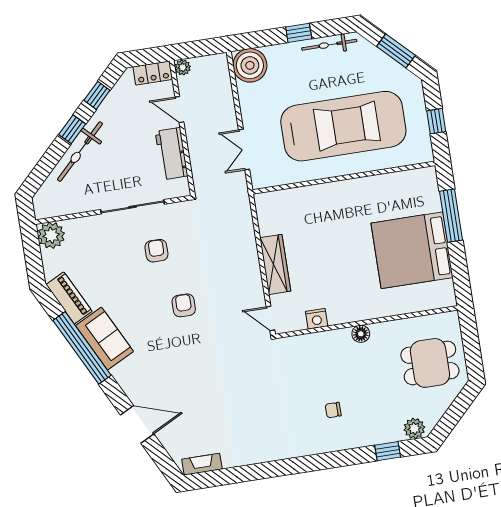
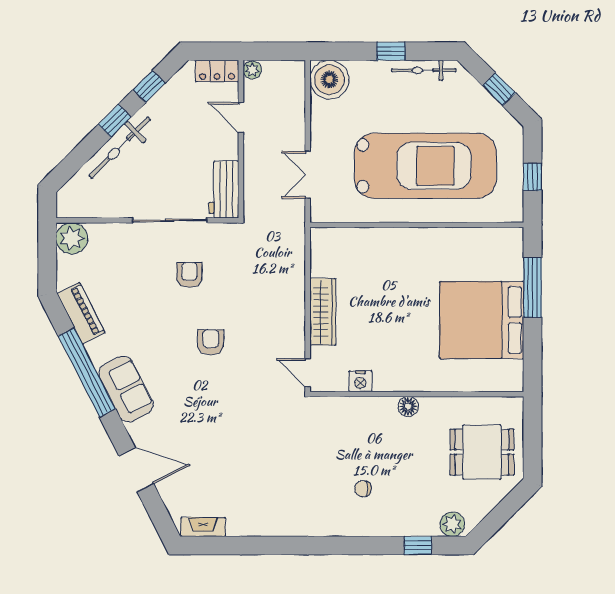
window: (396, 51) -> (499, 89), width x0.67
workbench: (171, 154) -> (224, 190), moved
sofa: (104, 339) -> (126, 389), moved

